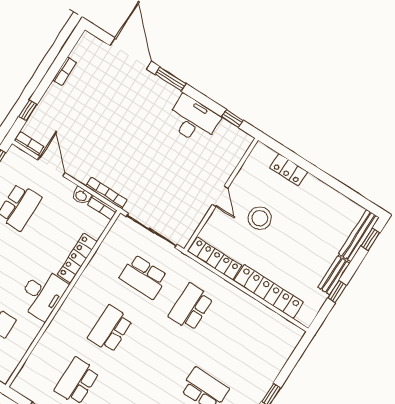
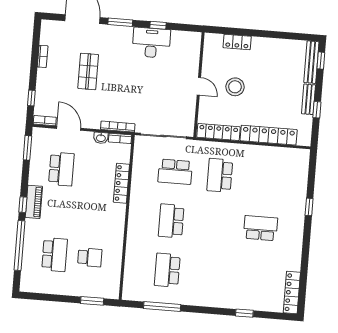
shop shelf: (106, 115) -> (88, 71), added
window: (232, 119) -> (158, 25), moved
desk: (43, 294) -> (111, 222), removed

